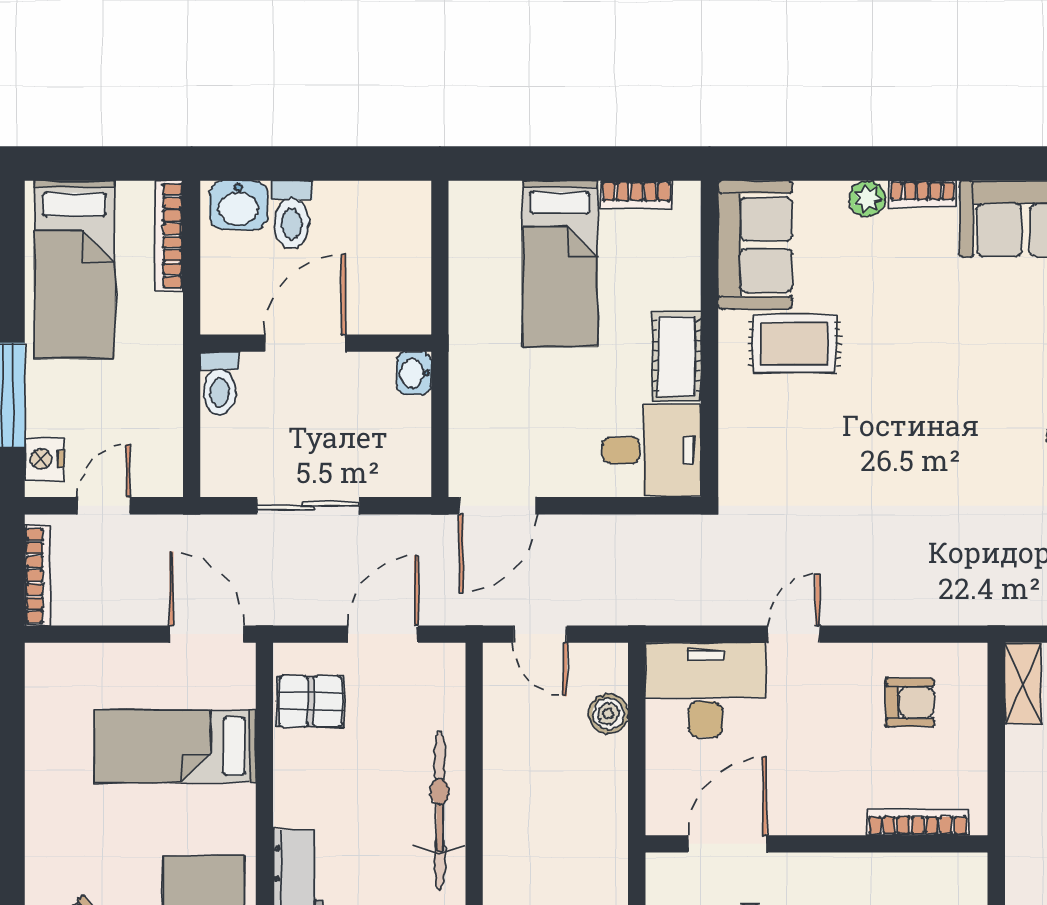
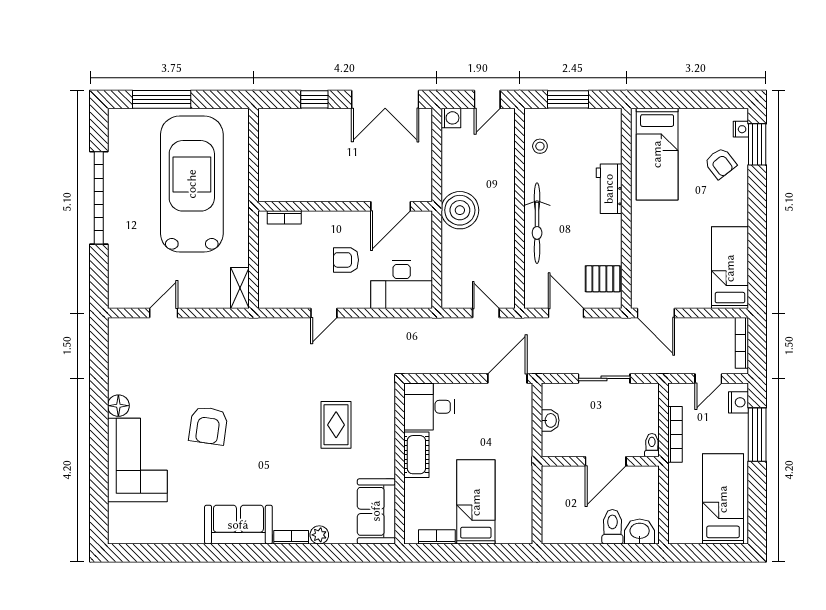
bookcase: (169, 236) -> (675, 434), moved
rug: (794, 344) -> (336, 425), moved, turned 90
washbasin: (414, 373) -> (550, 420), moved
toilet: (220, 384) -> (652, 445), width x0.73, depth x0.72
door: (383, 634) -> (566, 313), swing flipped
door: (794, 634) -> (324, 313), moved
armchair: (910, 703) -> (346, 260), moved
boiler: (608, 714) -> (460, 210), moved, width x1.86, depth x1.86
bed: (175, 746) -> (730, 268), moved, turned -90
bookcase: (918, 822) -> (284, 217), width x0.64

